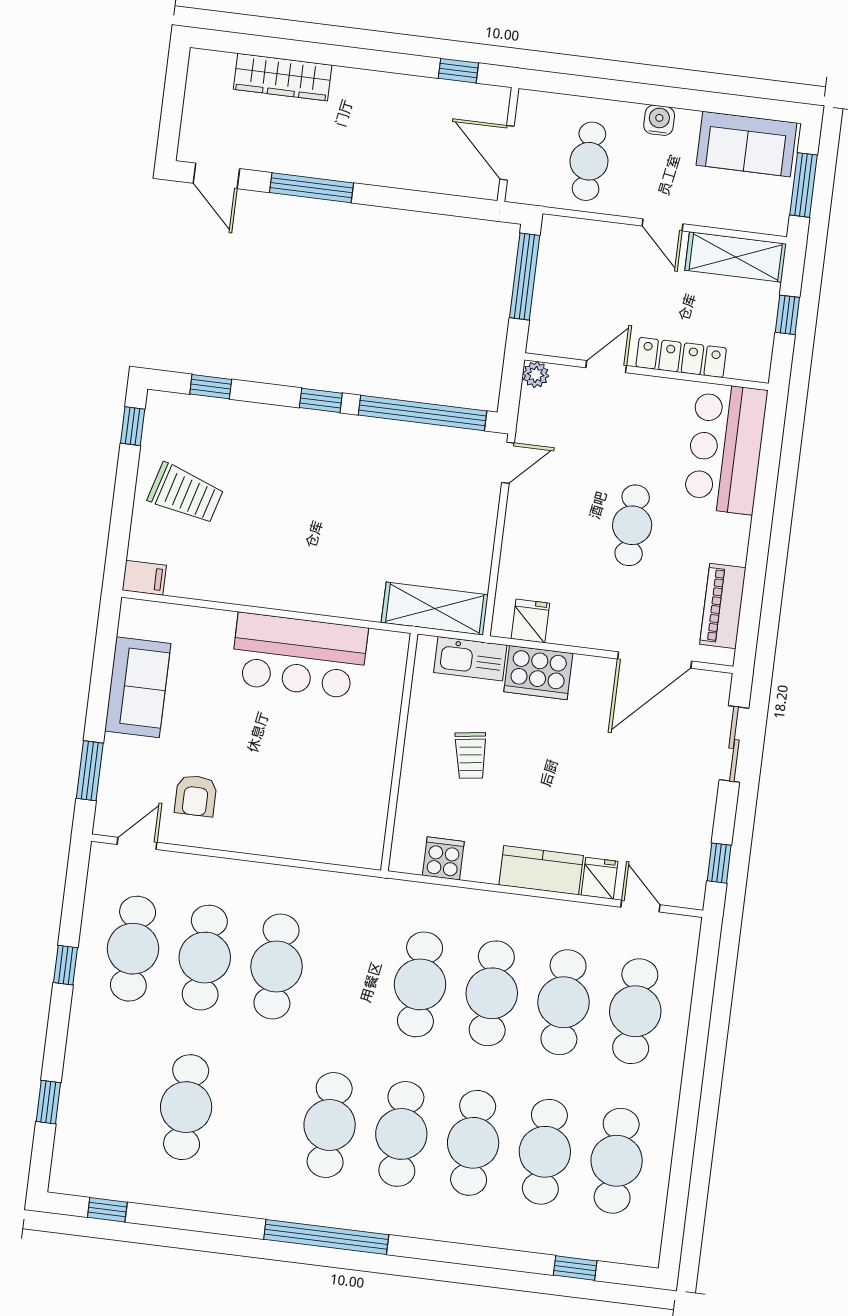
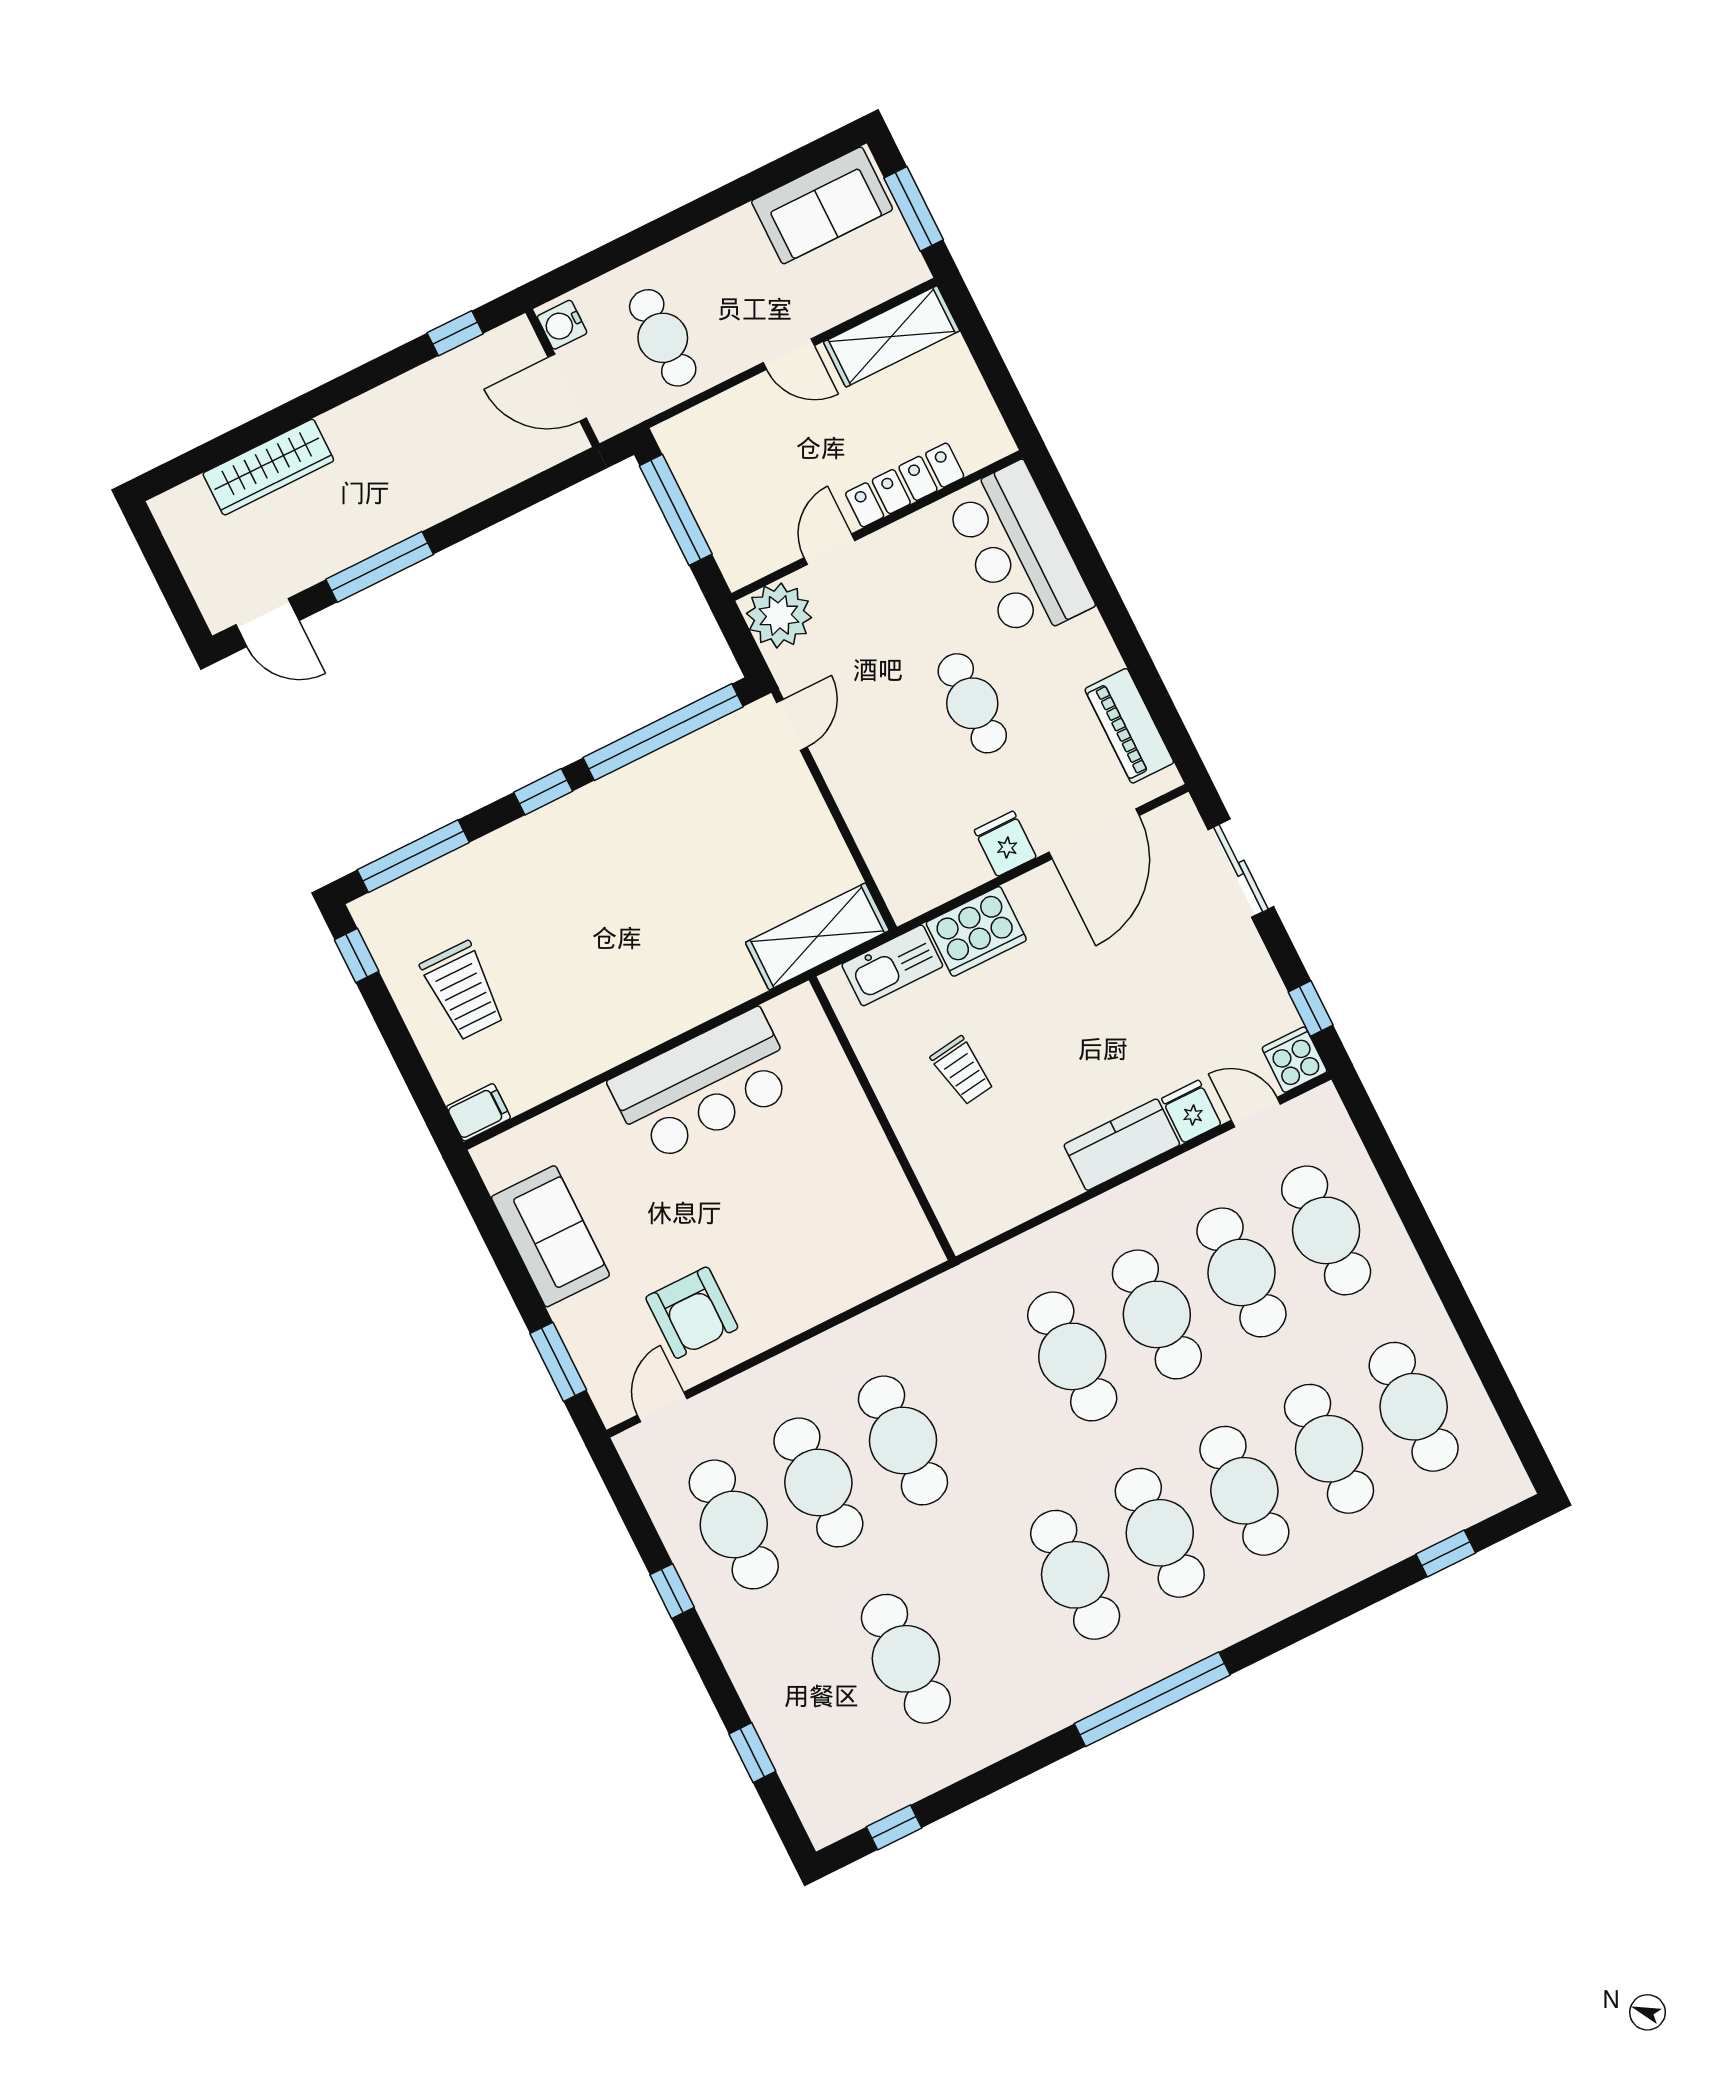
water cooler: (659, 120) -> (562, 325), moved, turned -90
window: (787, 315) -> (990, 362), removed
plant: (536, 375) -> (779, 615), width x1.87, depth x1.87
window: (211, 387) -> (413, 856), width x2.17
trolley: (186, 494) -> (463, 991), turned 74
fridge: (530, 621) -> (1005, 844), moved
armchair: (196, 796) -> (692, 1313), width x1.38, depth x1.38
cooker: (443, 858) -> (1295, 1060), moved

